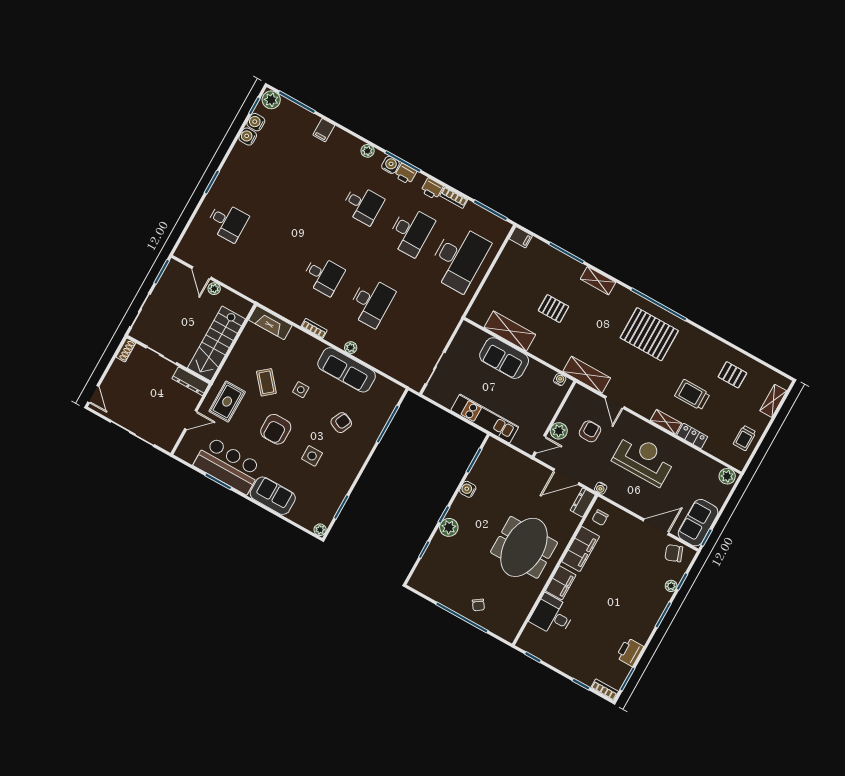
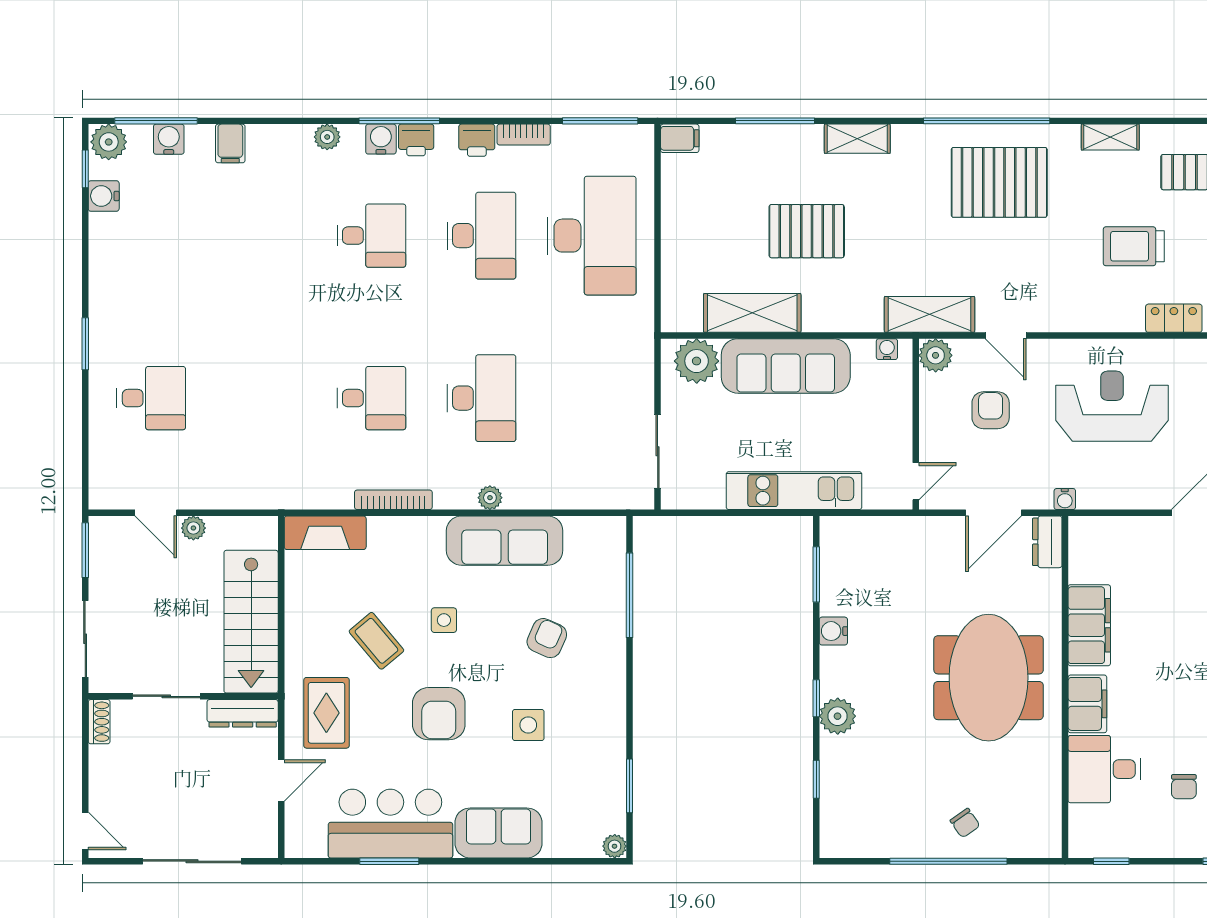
water cooler: (248, 137) -> (169, 139), moved, turned 90
pallet: (553, 309) -> (807, 231), width x1.50, depth x1.42
bookcase: (314, 328) -> (393, 500), width x1.56
plant: (474, 338) -> (697, 361), added
sofa: (504, 358) -> (786, 366), width x1.36
shelving: (666, 422) -> (1110, 137), moved
plant: (559, 431) -> (936, 355), moved
chair: (600, 518) -> (1184, 787), moved

